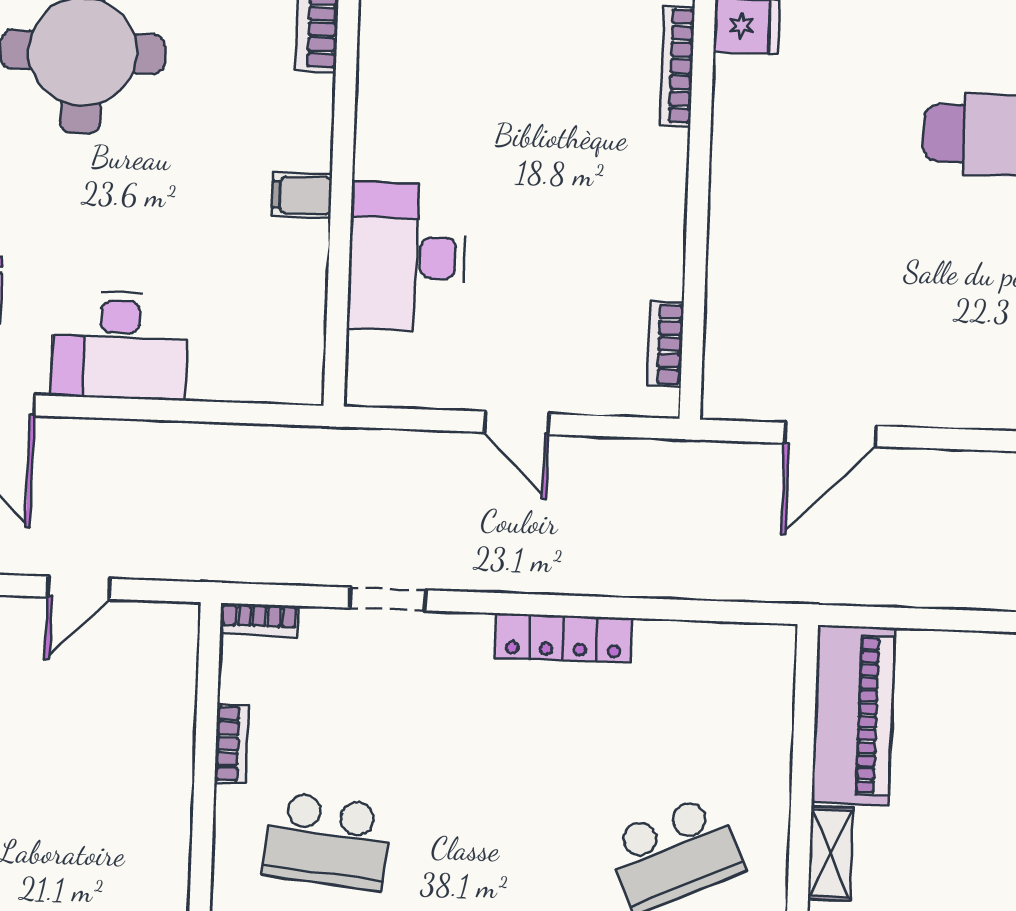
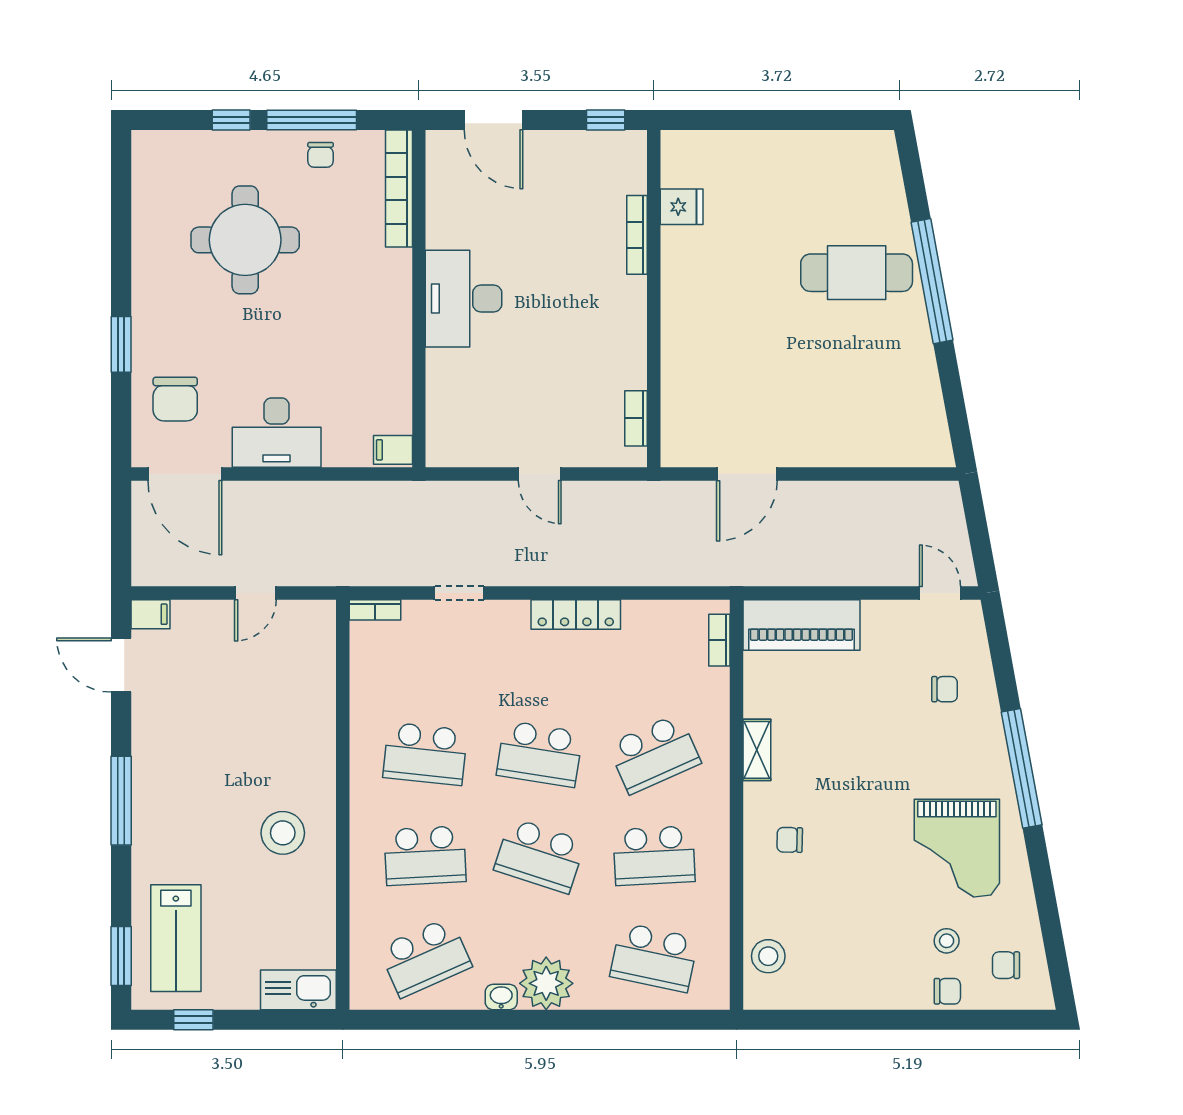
filing cabinet: (302, 195) -> (393, 450), moved
desk: (407, 257) -> (464, 299), moved
piano: (853, 715) -> (801, 625), moved, turned 90
bookcase: (232, 744) -> (719, 640), moved, turned 180
school desk: (501, 847) -> (540, 754), added

